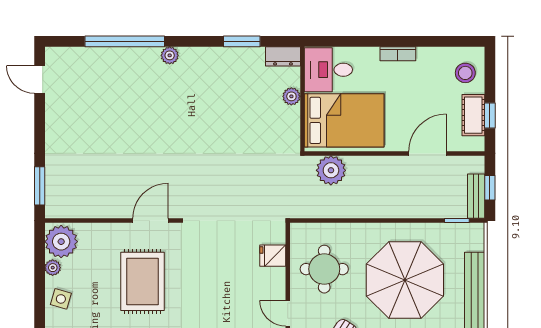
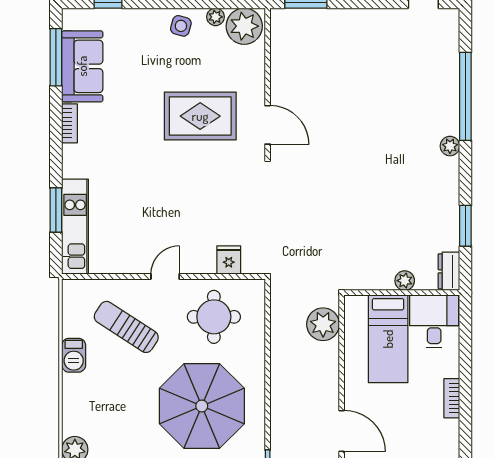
bed: (344, 120) -> (388, 339), width x0.67

